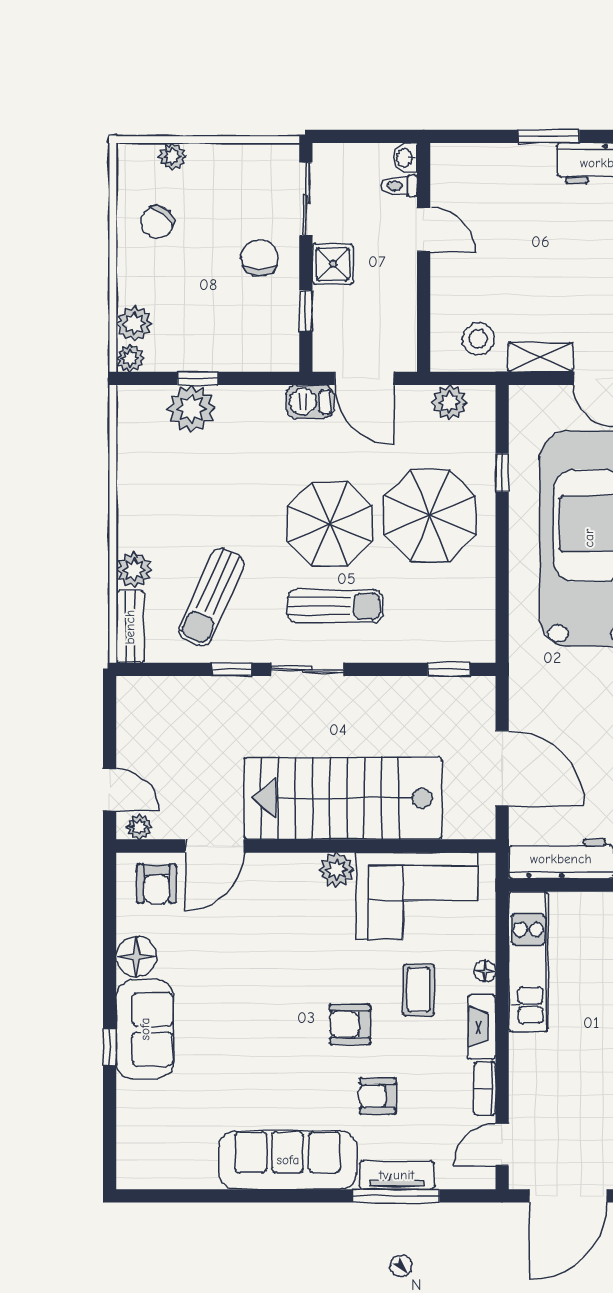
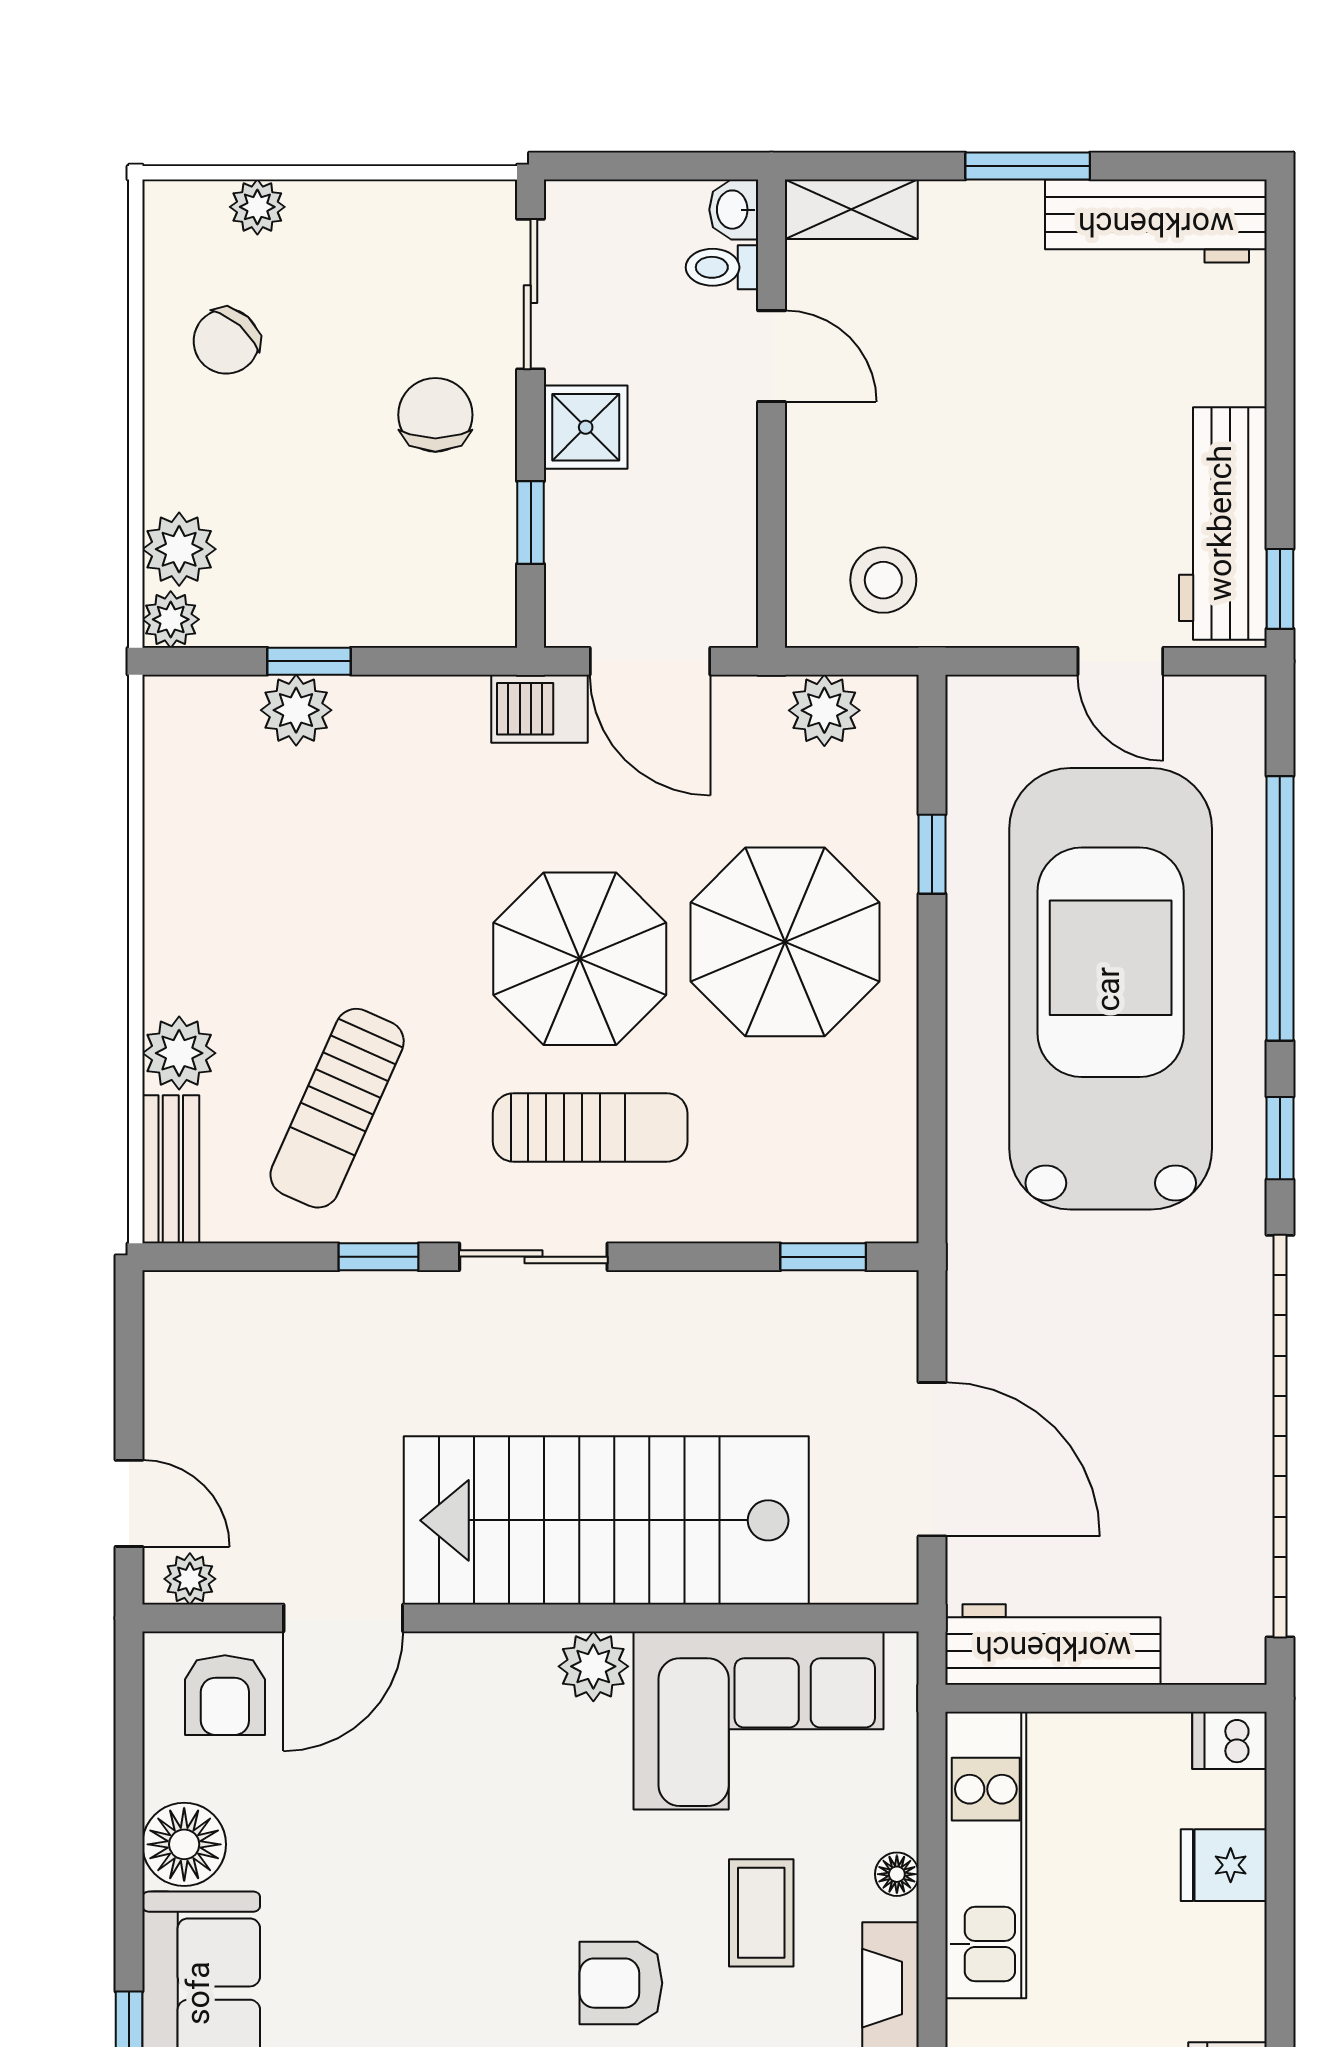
shelving: (540, 357) -> (851, 209), moved
plant: (191, 409) -> (296, 710), width x0.73, depth x0.73

